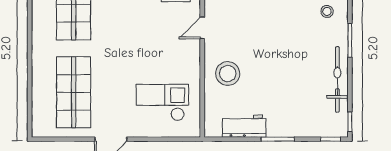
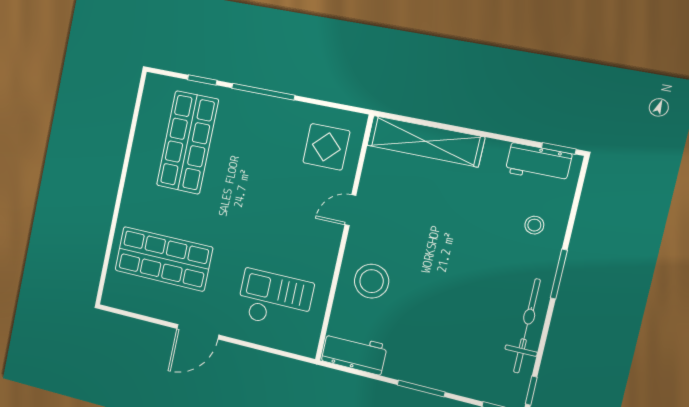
shop shelf: (74, 92) -> (164, 259), turned 90
workbench: (244, 126) -> (354, 353), moved

